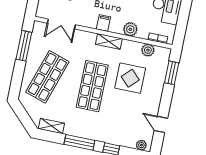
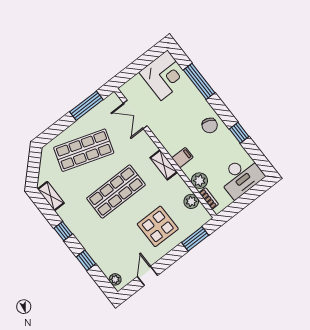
filing cabinet: (103, 23) -> (182, 158), moved
plant: (130, 29) -> (199, 181), moved
display table: (130, 78) -> (158, 226), moved
window: (79, 142) -> (63, 231), width x0.46

